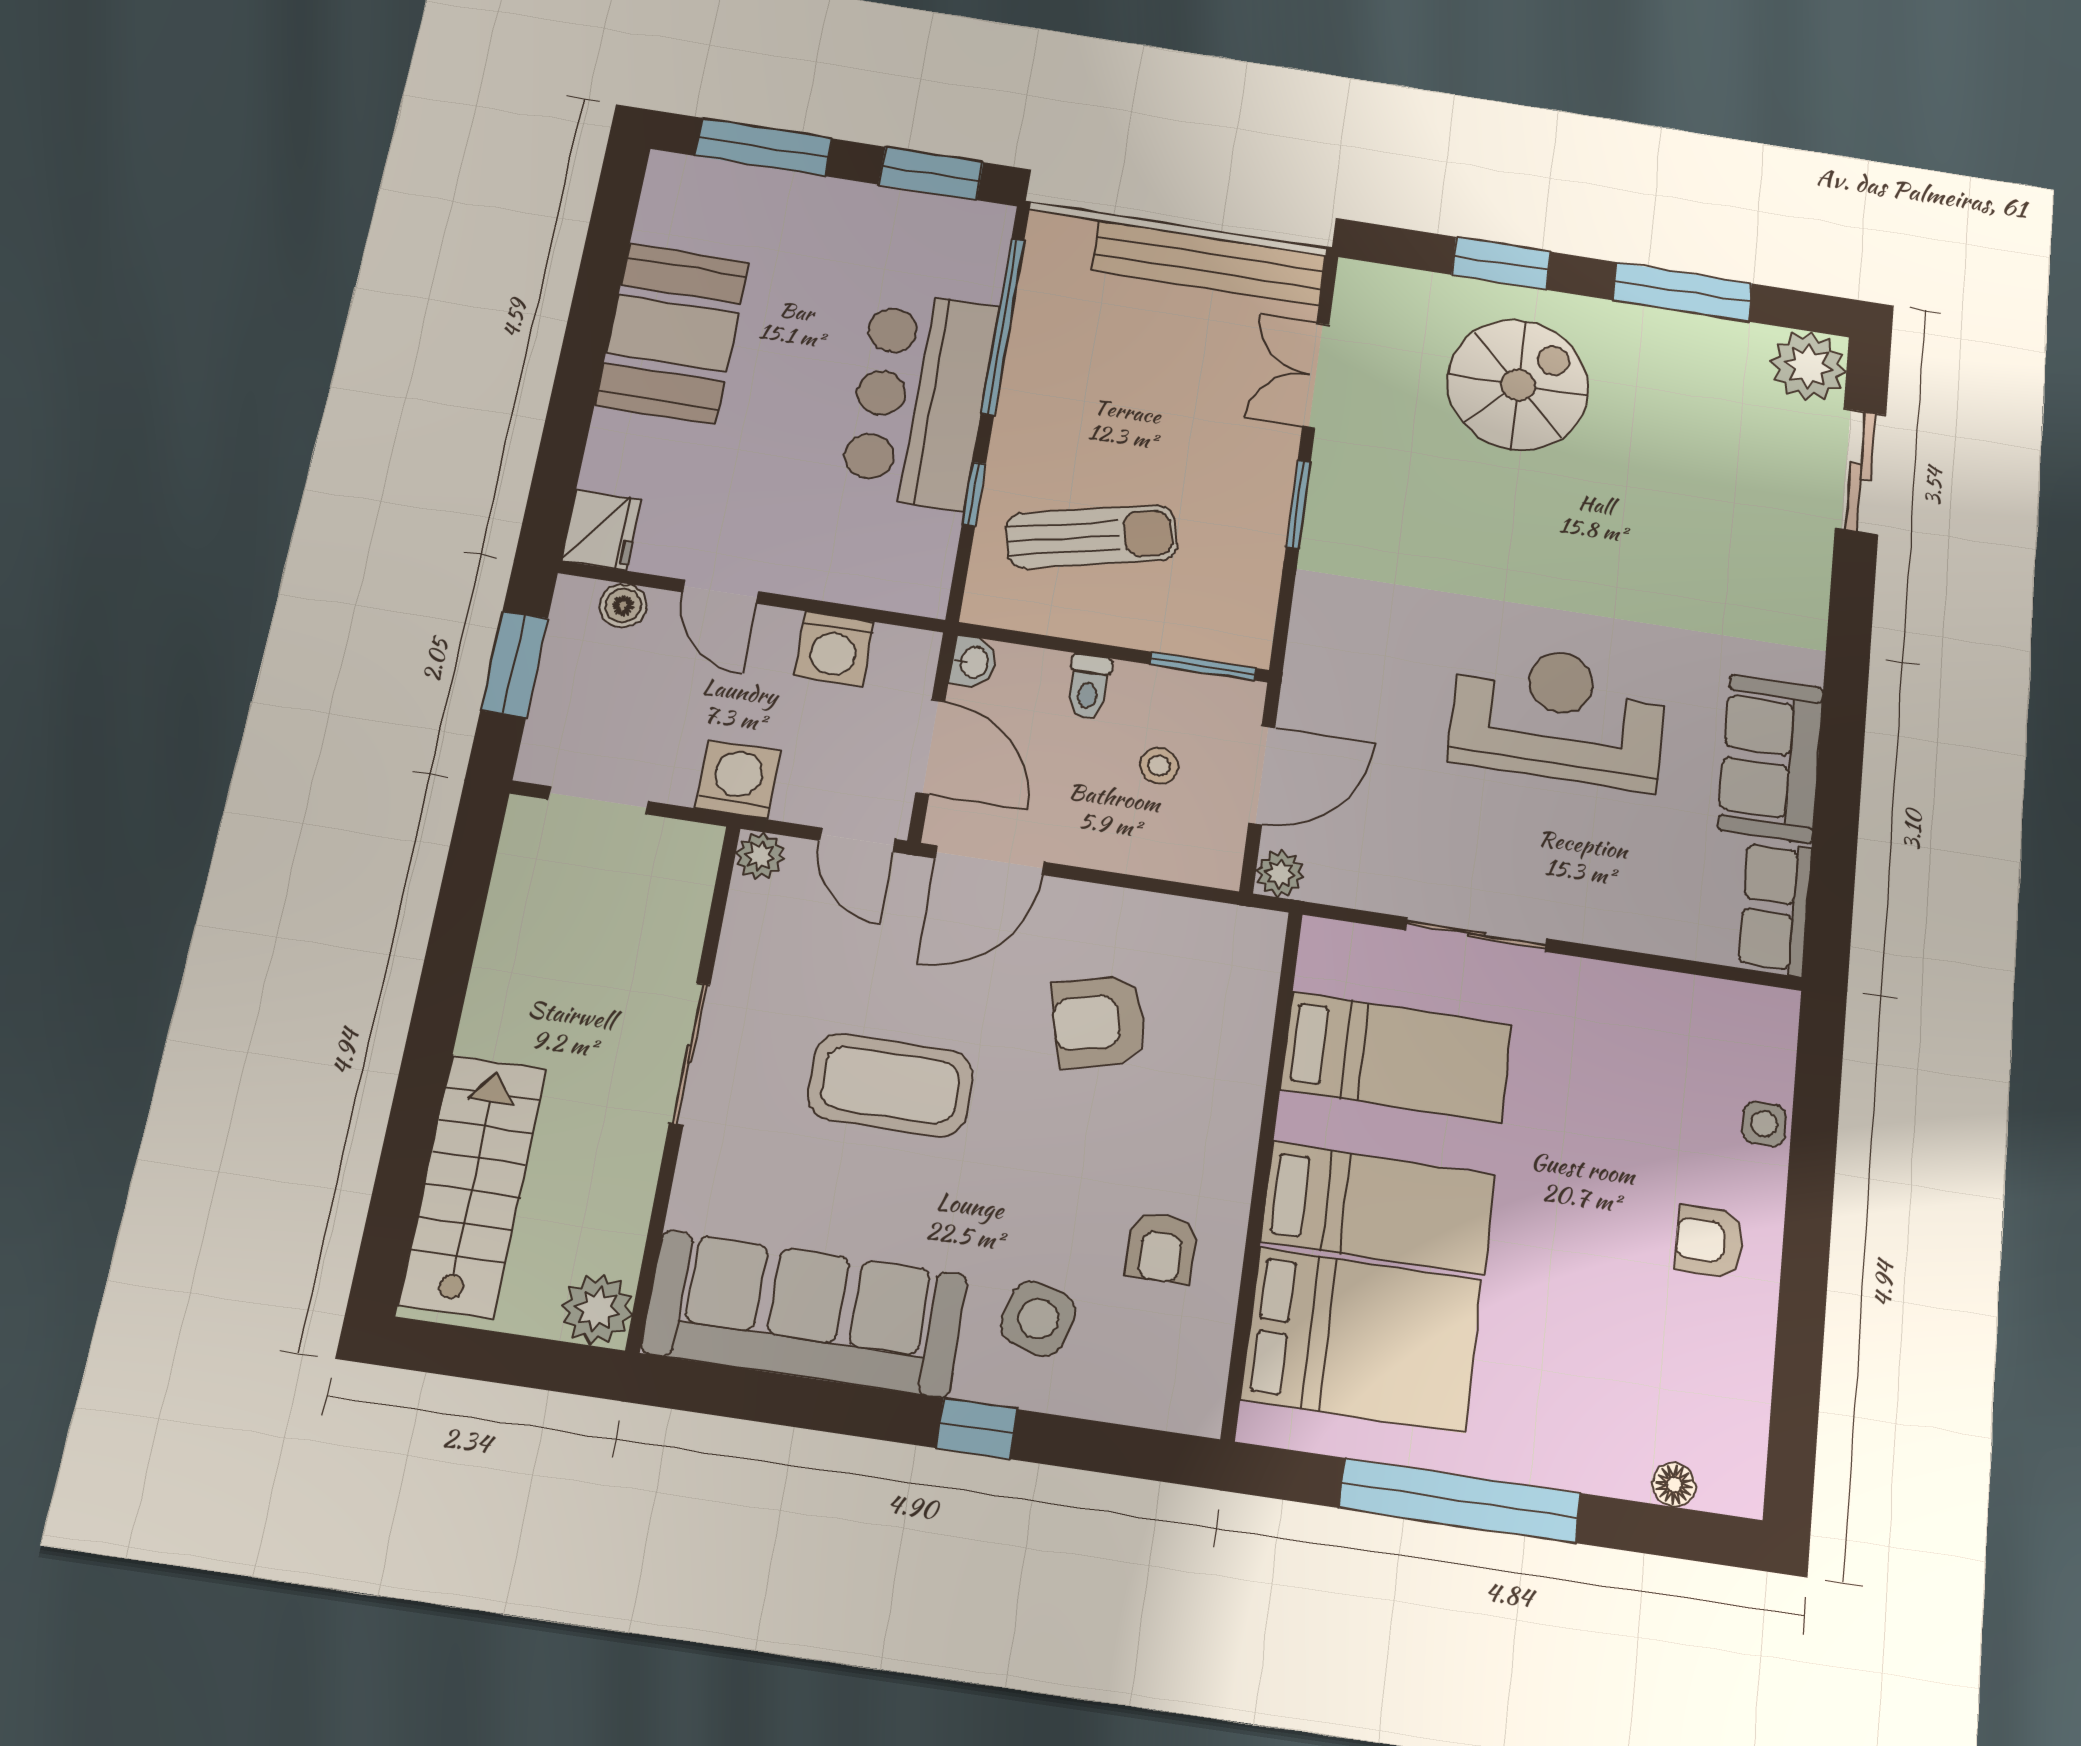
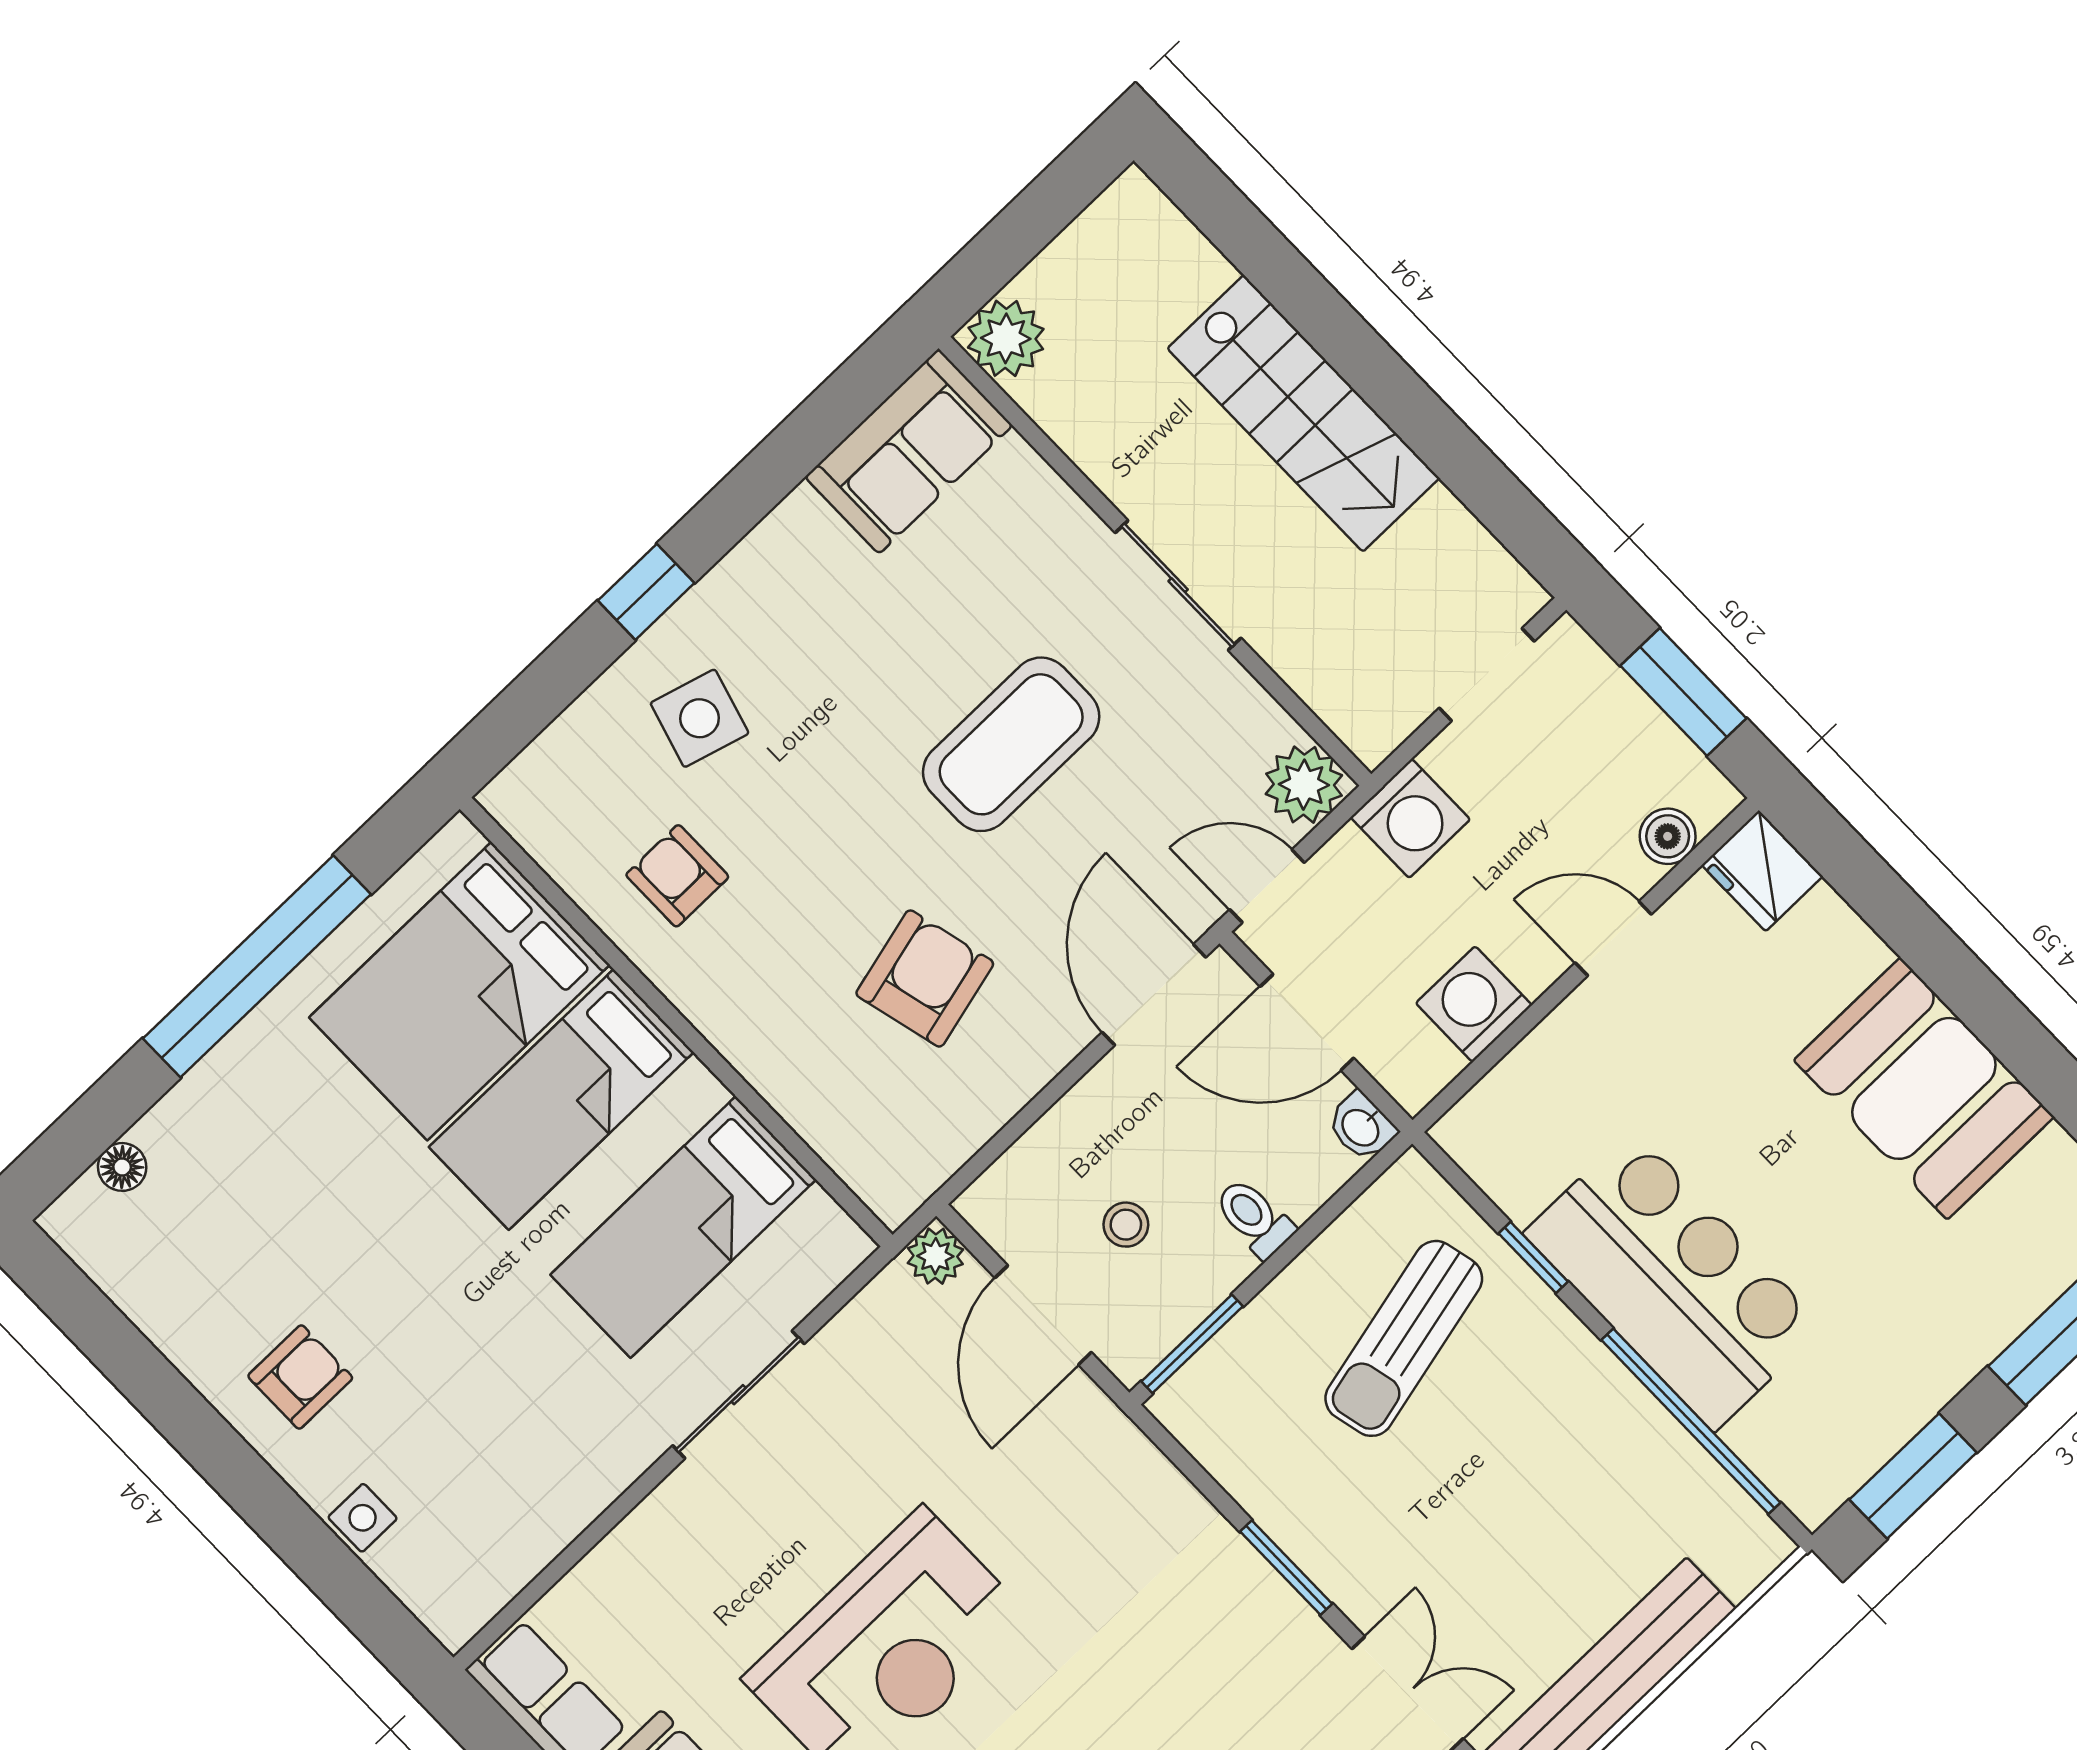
plant: (760, 856) -> (1304, 785), width x1.38, depth x1.38
stairs: (473, 1186) -> (1303, 413), moved
sofa: (805, 1314) -> (909, 451), width x0.54, depth x0.79

